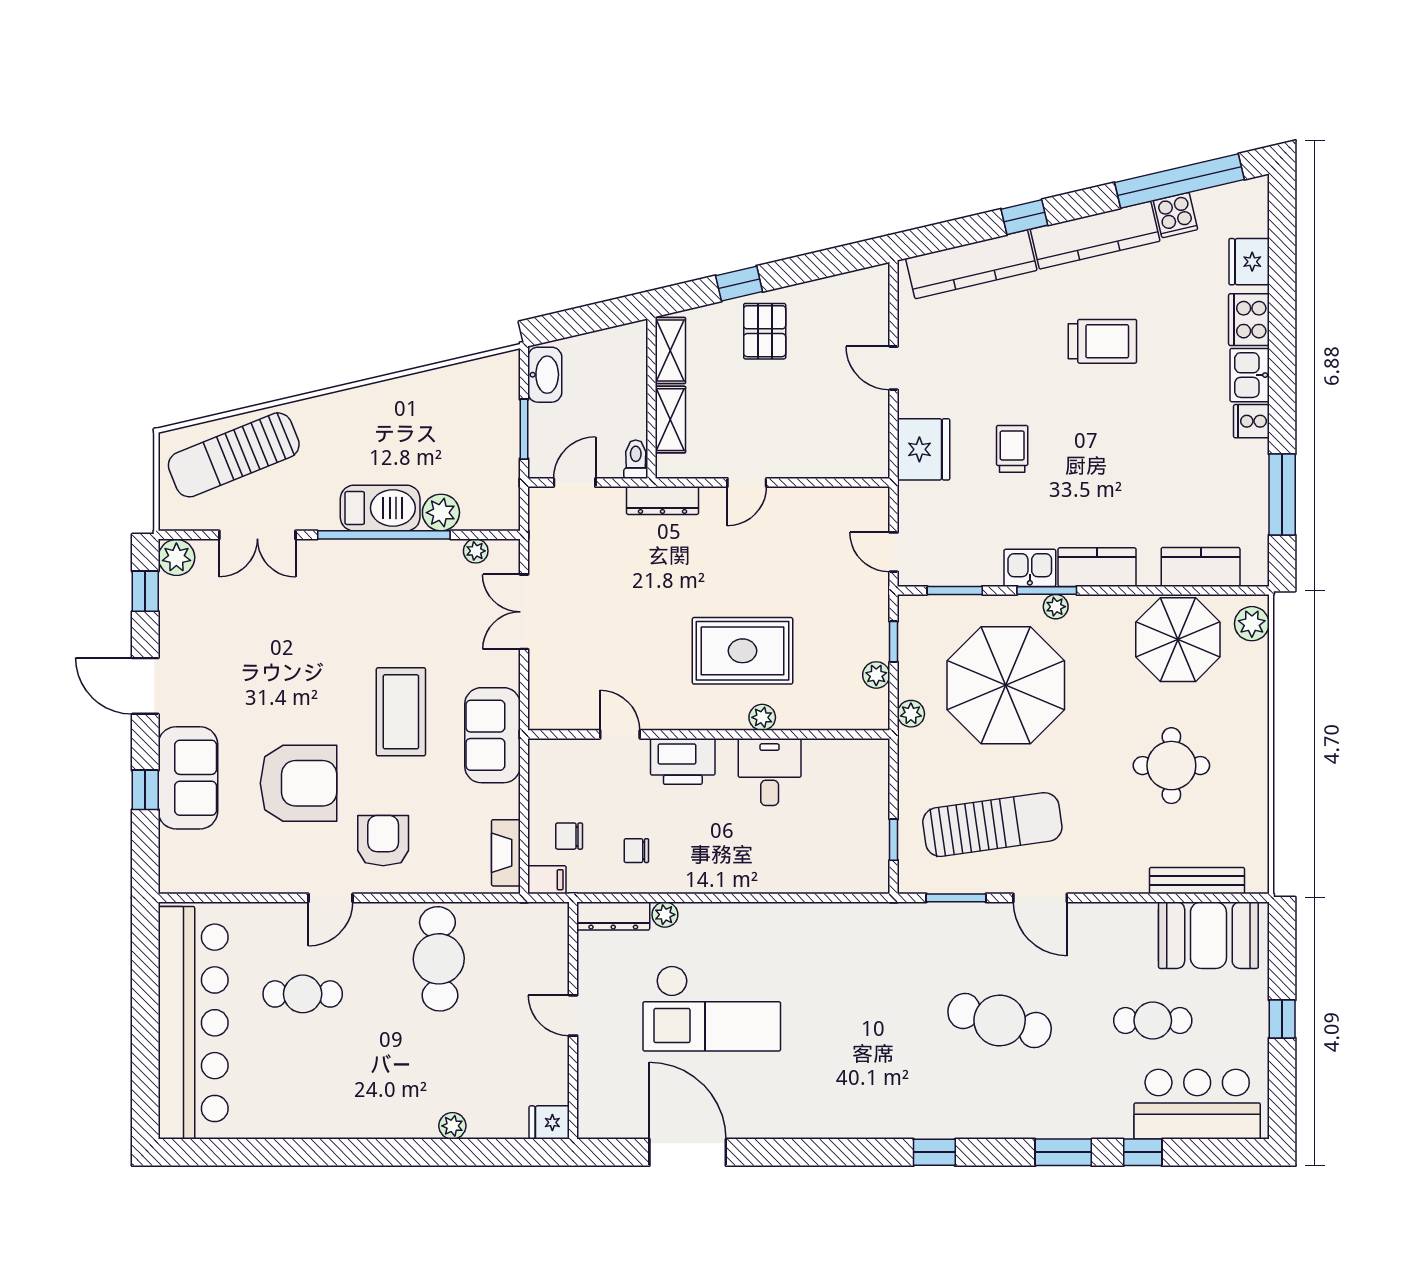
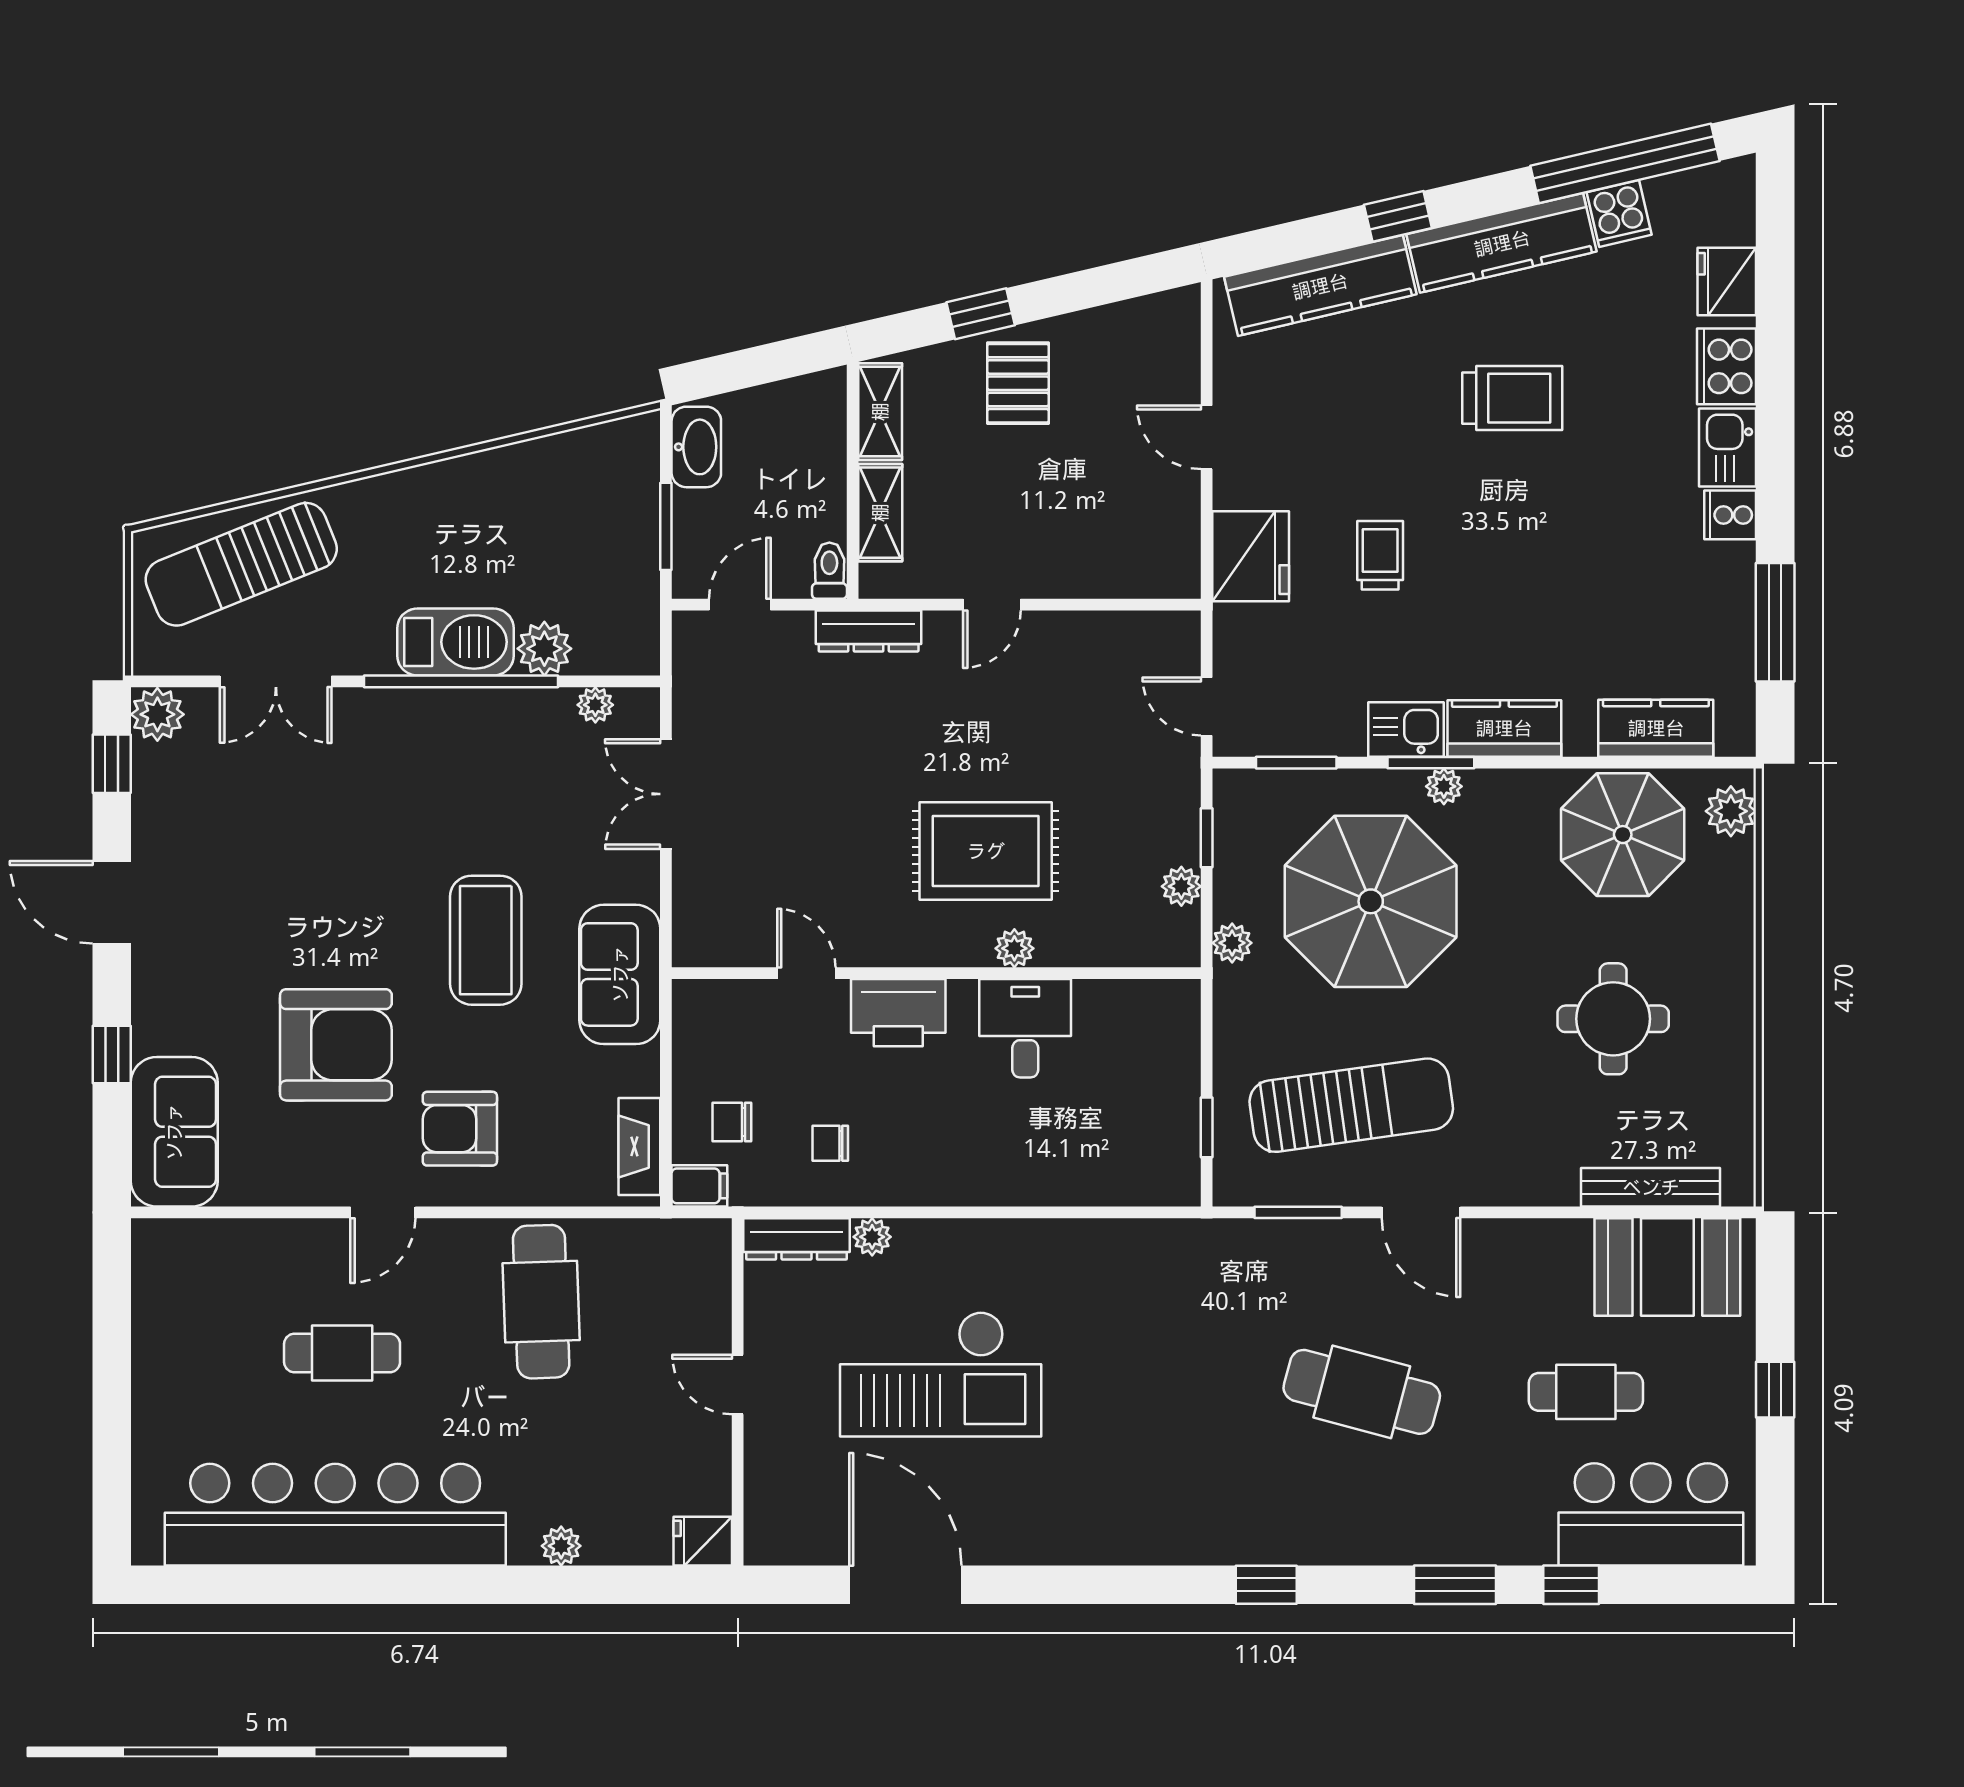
sofa: (188, 778) -> (174, 1132), moved
armchair: (383, 841) -> (460, 1129), turned -90
bar counter: (193, 1023) -> (335, 1515), moved, turned -90

